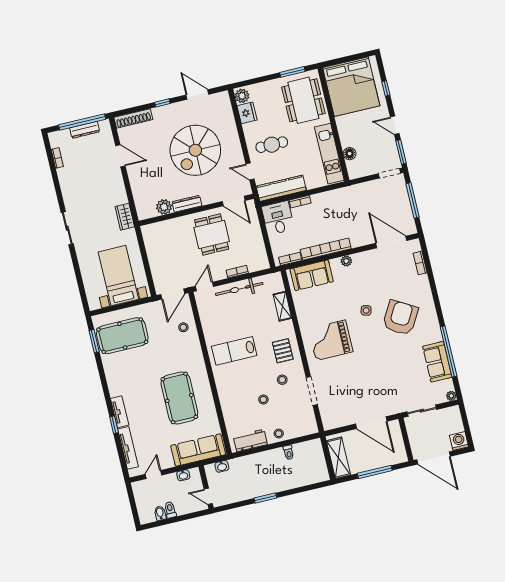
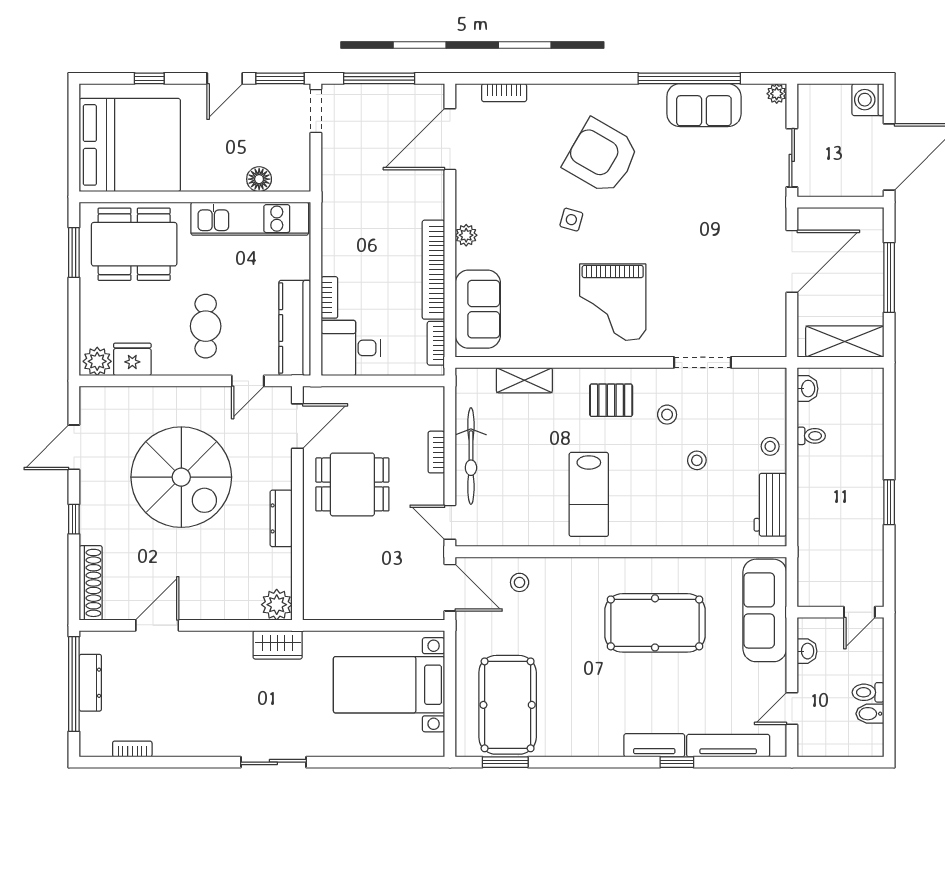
plant: (164, 207) -> (277, 605), moved
washbasin: (222, 466) -> (808, 389), moved
door: (153, 475) -> (792, 709), hinge flipped

